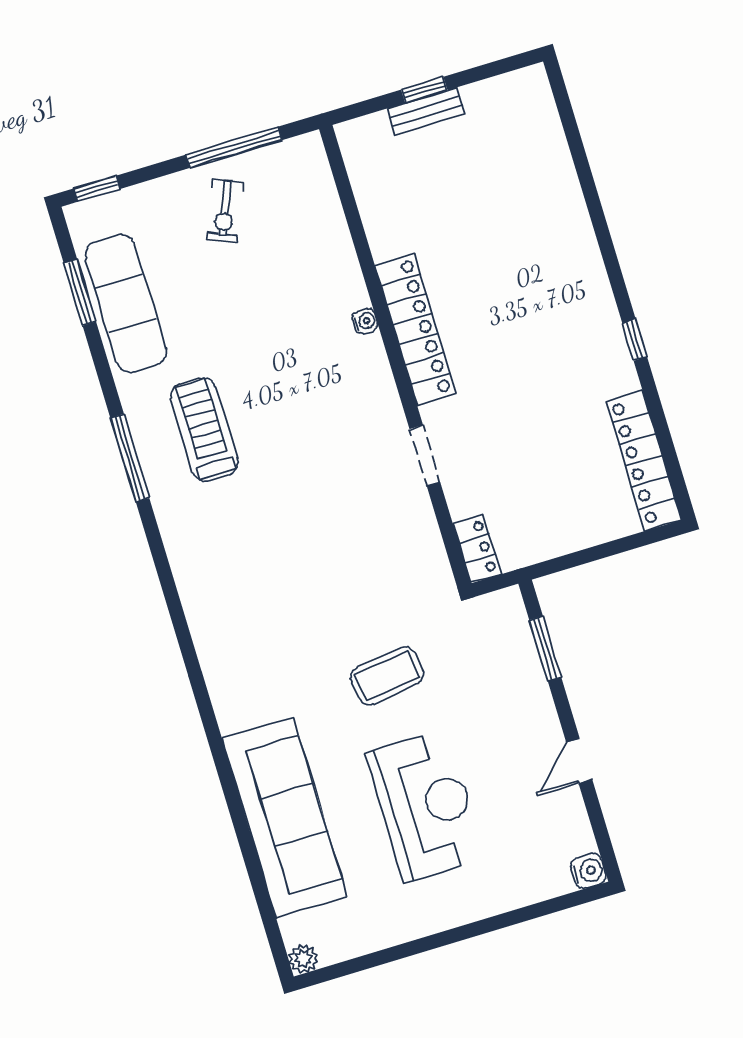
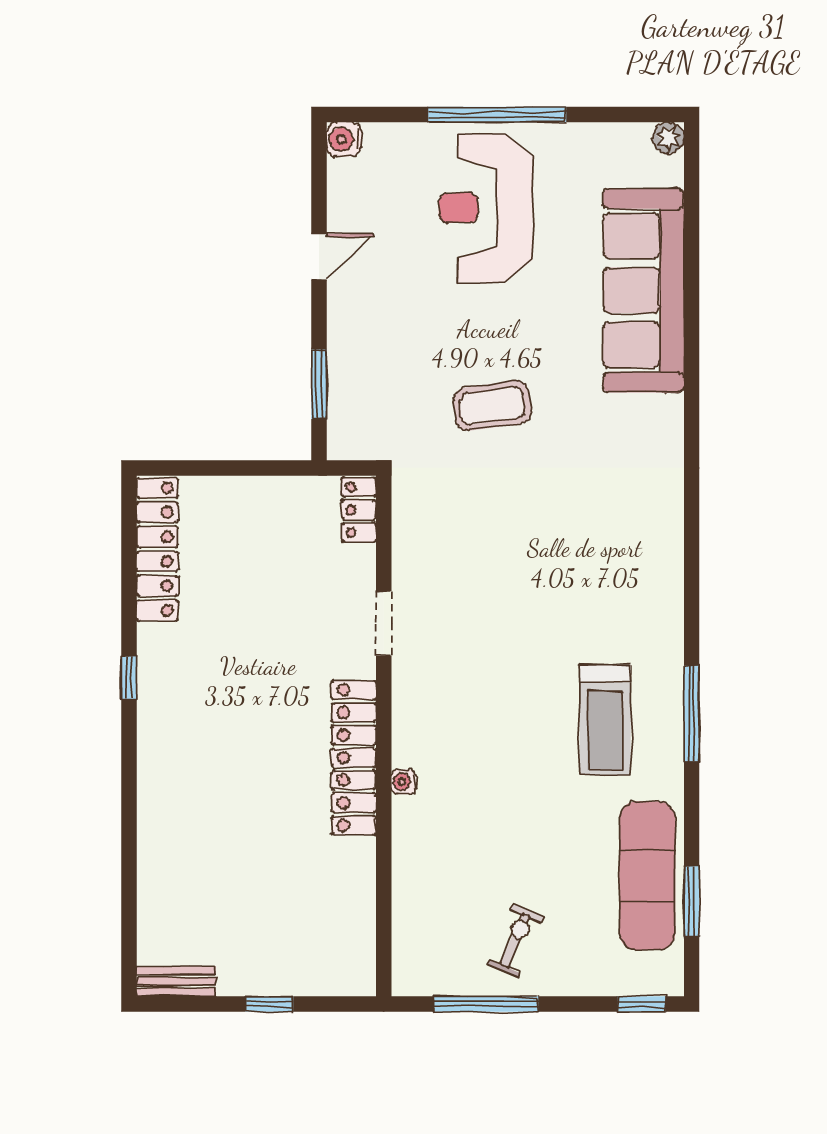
bench: (426, 111) -> (176, 981), moved
reception desk: (425, 806) -> (486, 208), moved
window: (460, 934) -> (497, 114), added

